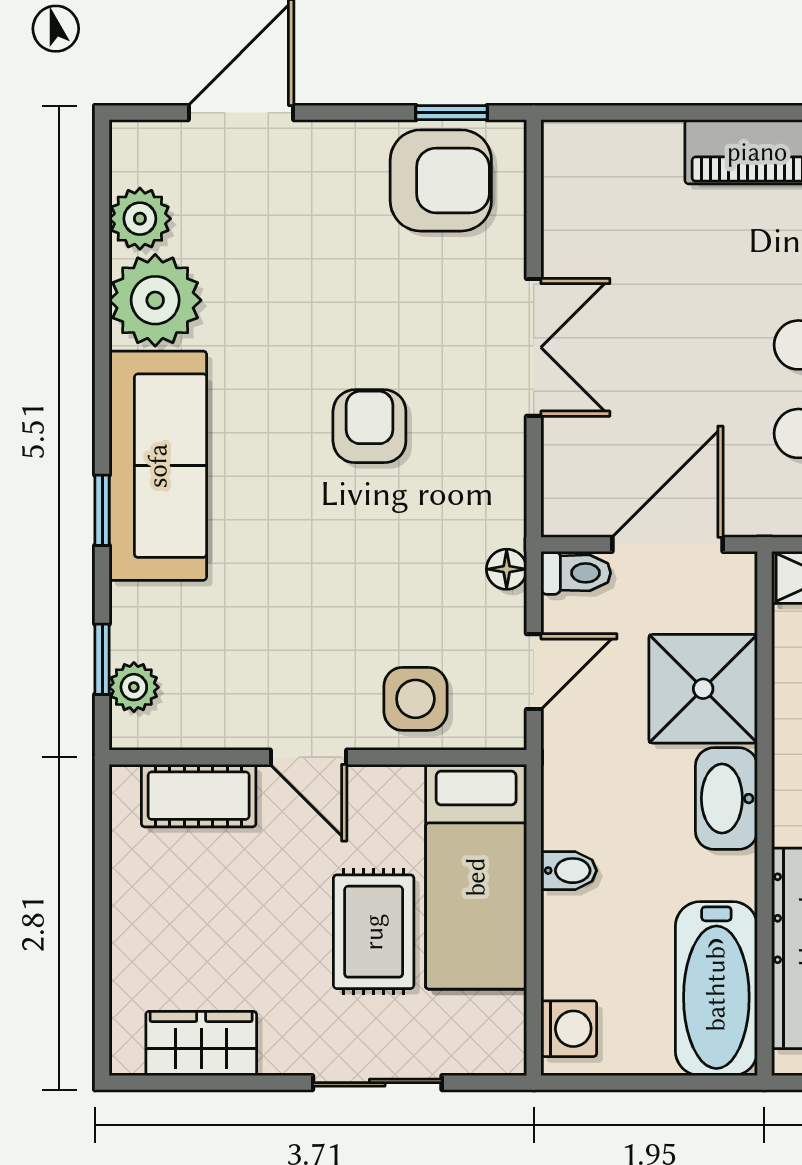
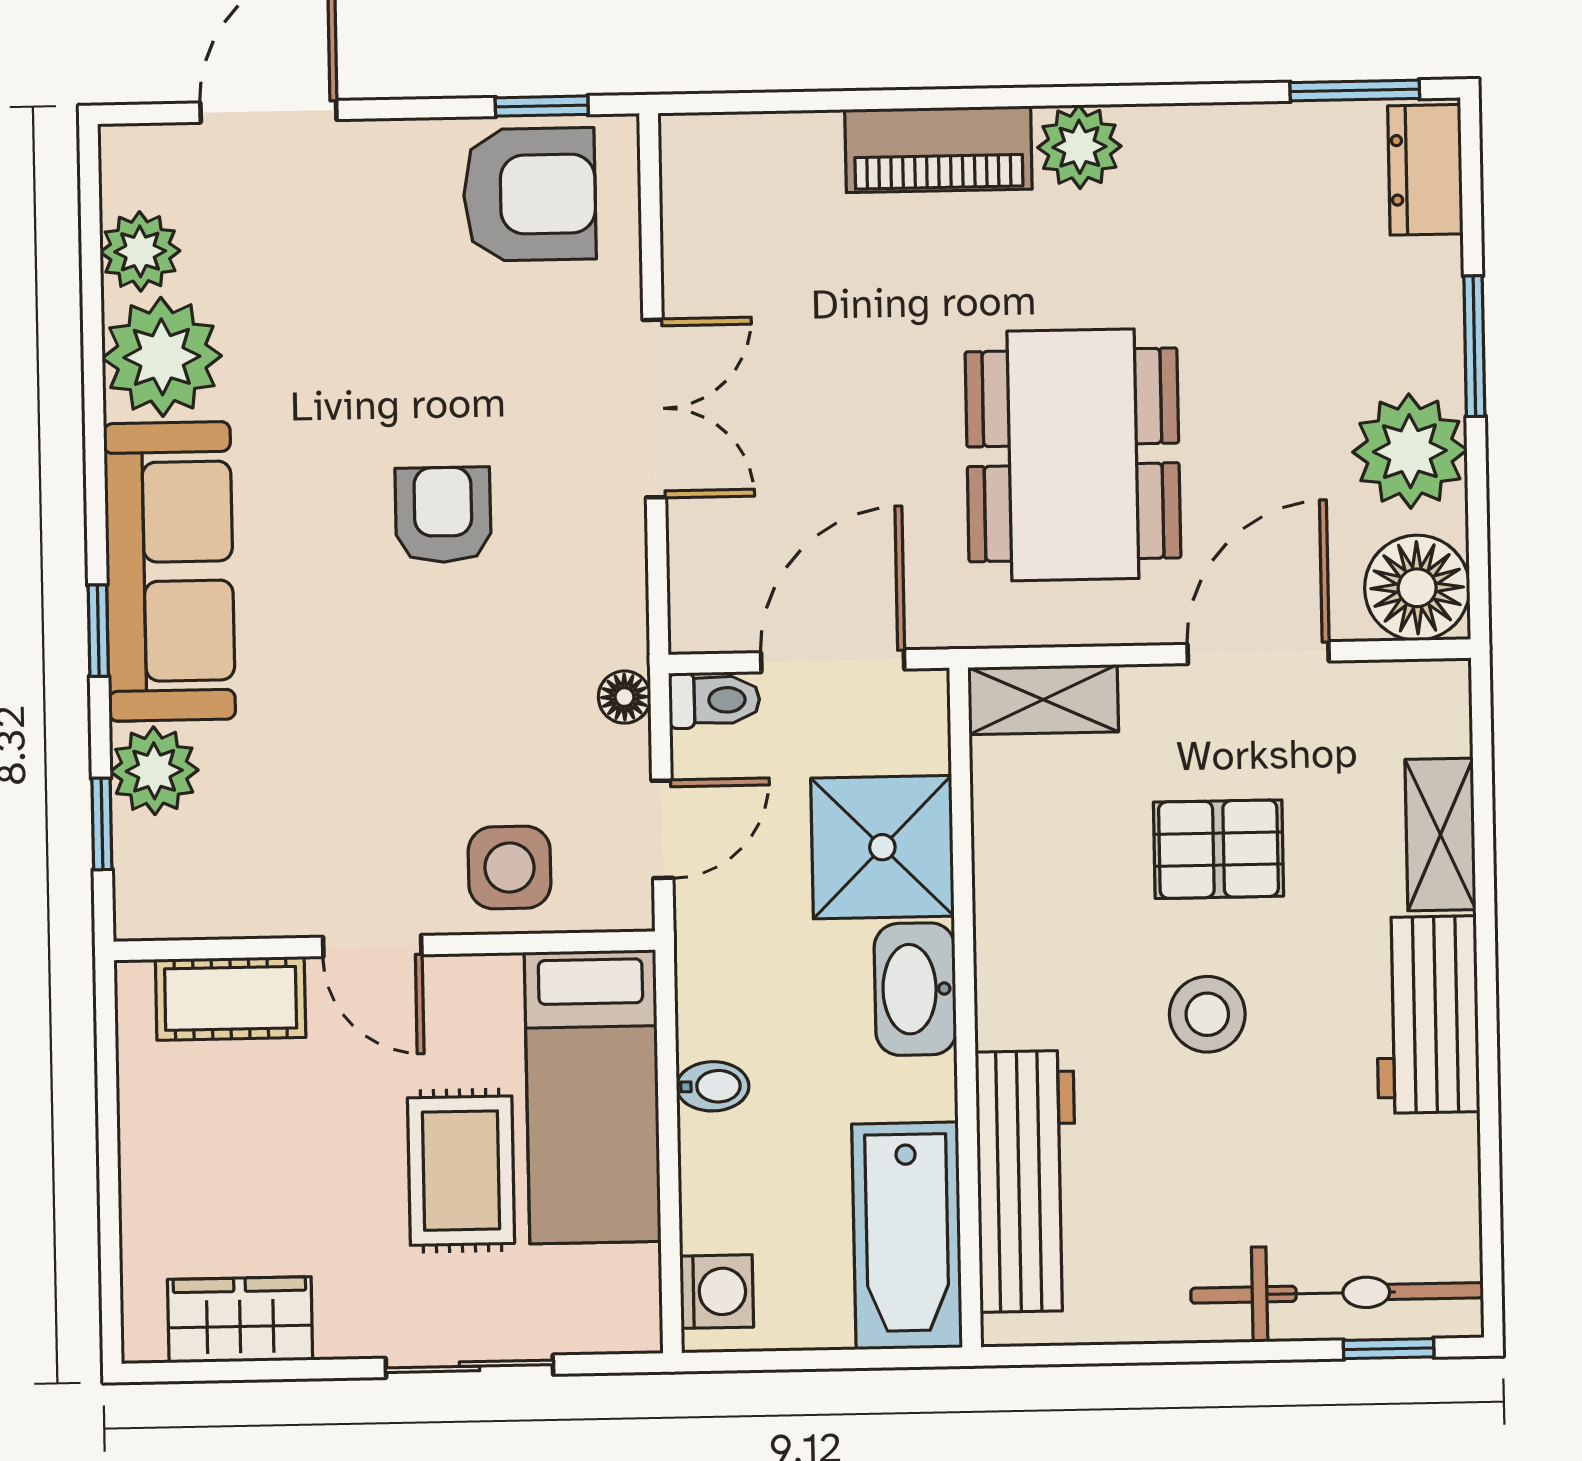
plant: (134, 687) -> (154, 771), moved, width x1.38, depth x1.38

